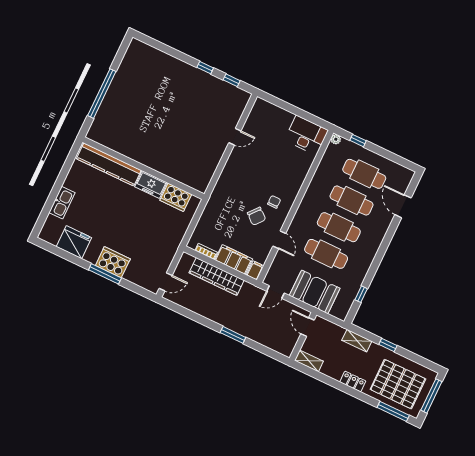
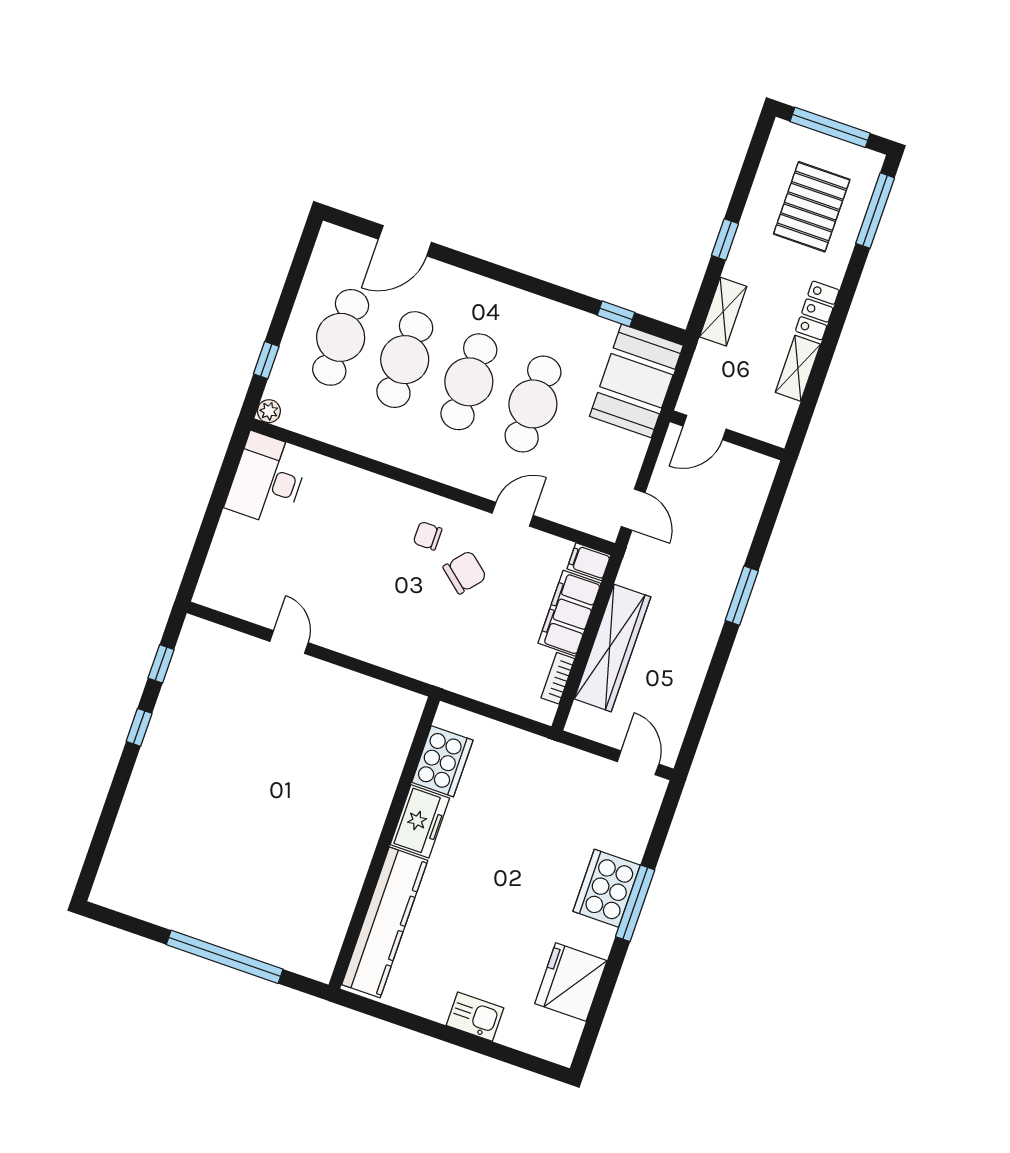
kitchen sink: (62, 203) -> (475, 1017), width x0.73
booth: (315, 292) -> (636, 381), moved
shelving: (309, 361) -> (798, 368), moved
pallet: (398, 384) -> (812, 207), width x0.73, depth x0.71

